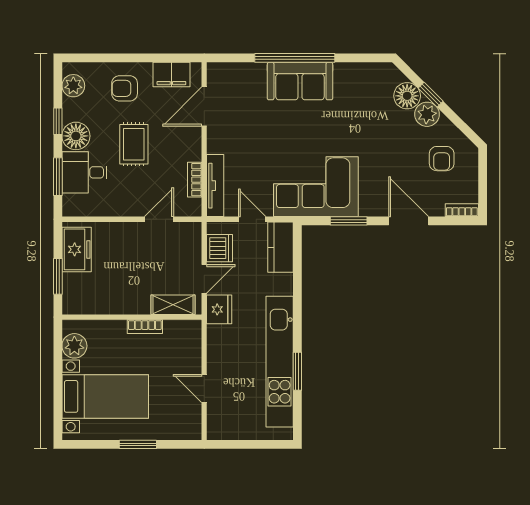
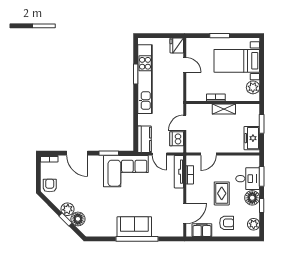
armchair: (442, 159) -> (50, 186), moved
shelving: (173, 305) -> (224, 109), moved
fridge: (219, 309) -> (177, 45), moved

